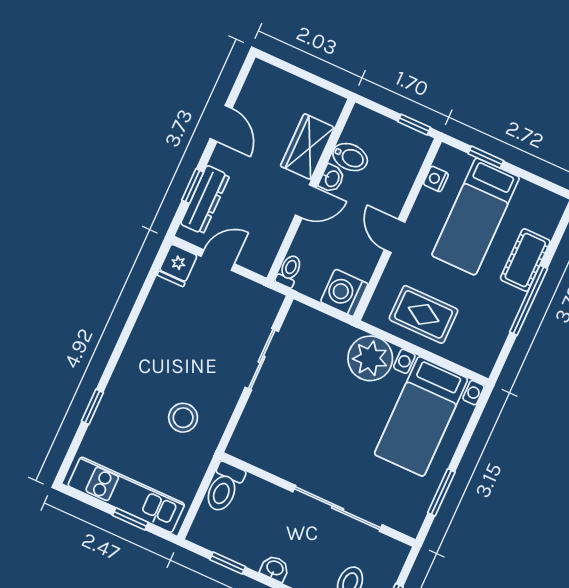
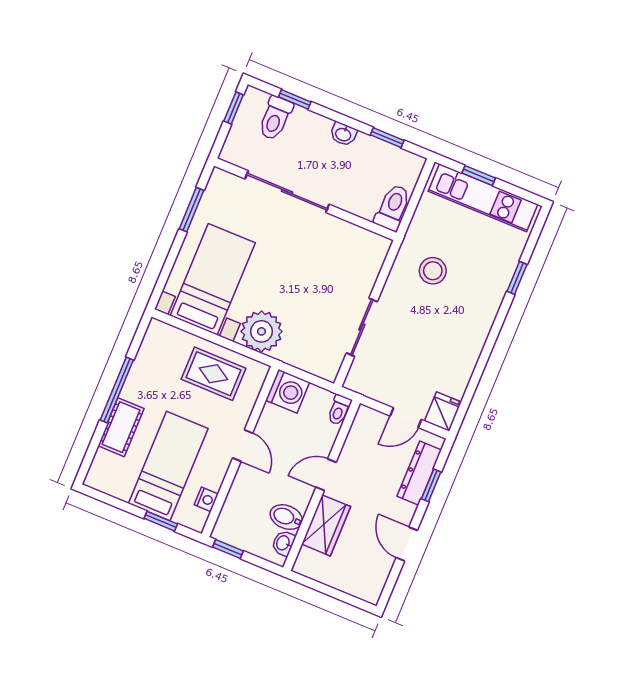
washbasin: (332, 178) -> (283, 543), moved

